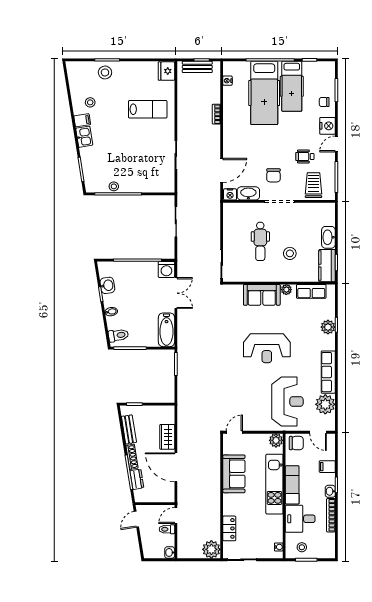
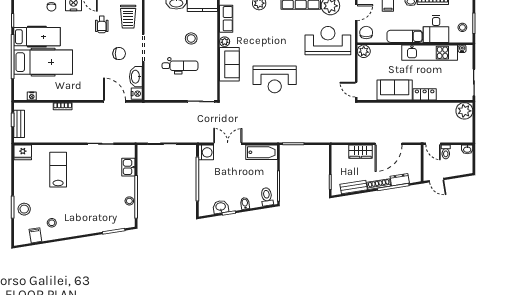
filing cabinet: (82, 120) -> (35, 235), moved
kitchen sink: (84, 137) -> (128, 167), moved, turned -81
trolley: (314, 185) -> (128, 17), turned -90
reception desk: (267, 348) -> (275, 79), moved, turned 90
kitchen unit: (274, 484) -> (430, 53), moved
locker: (229, 528) -> (425, 94), moved

